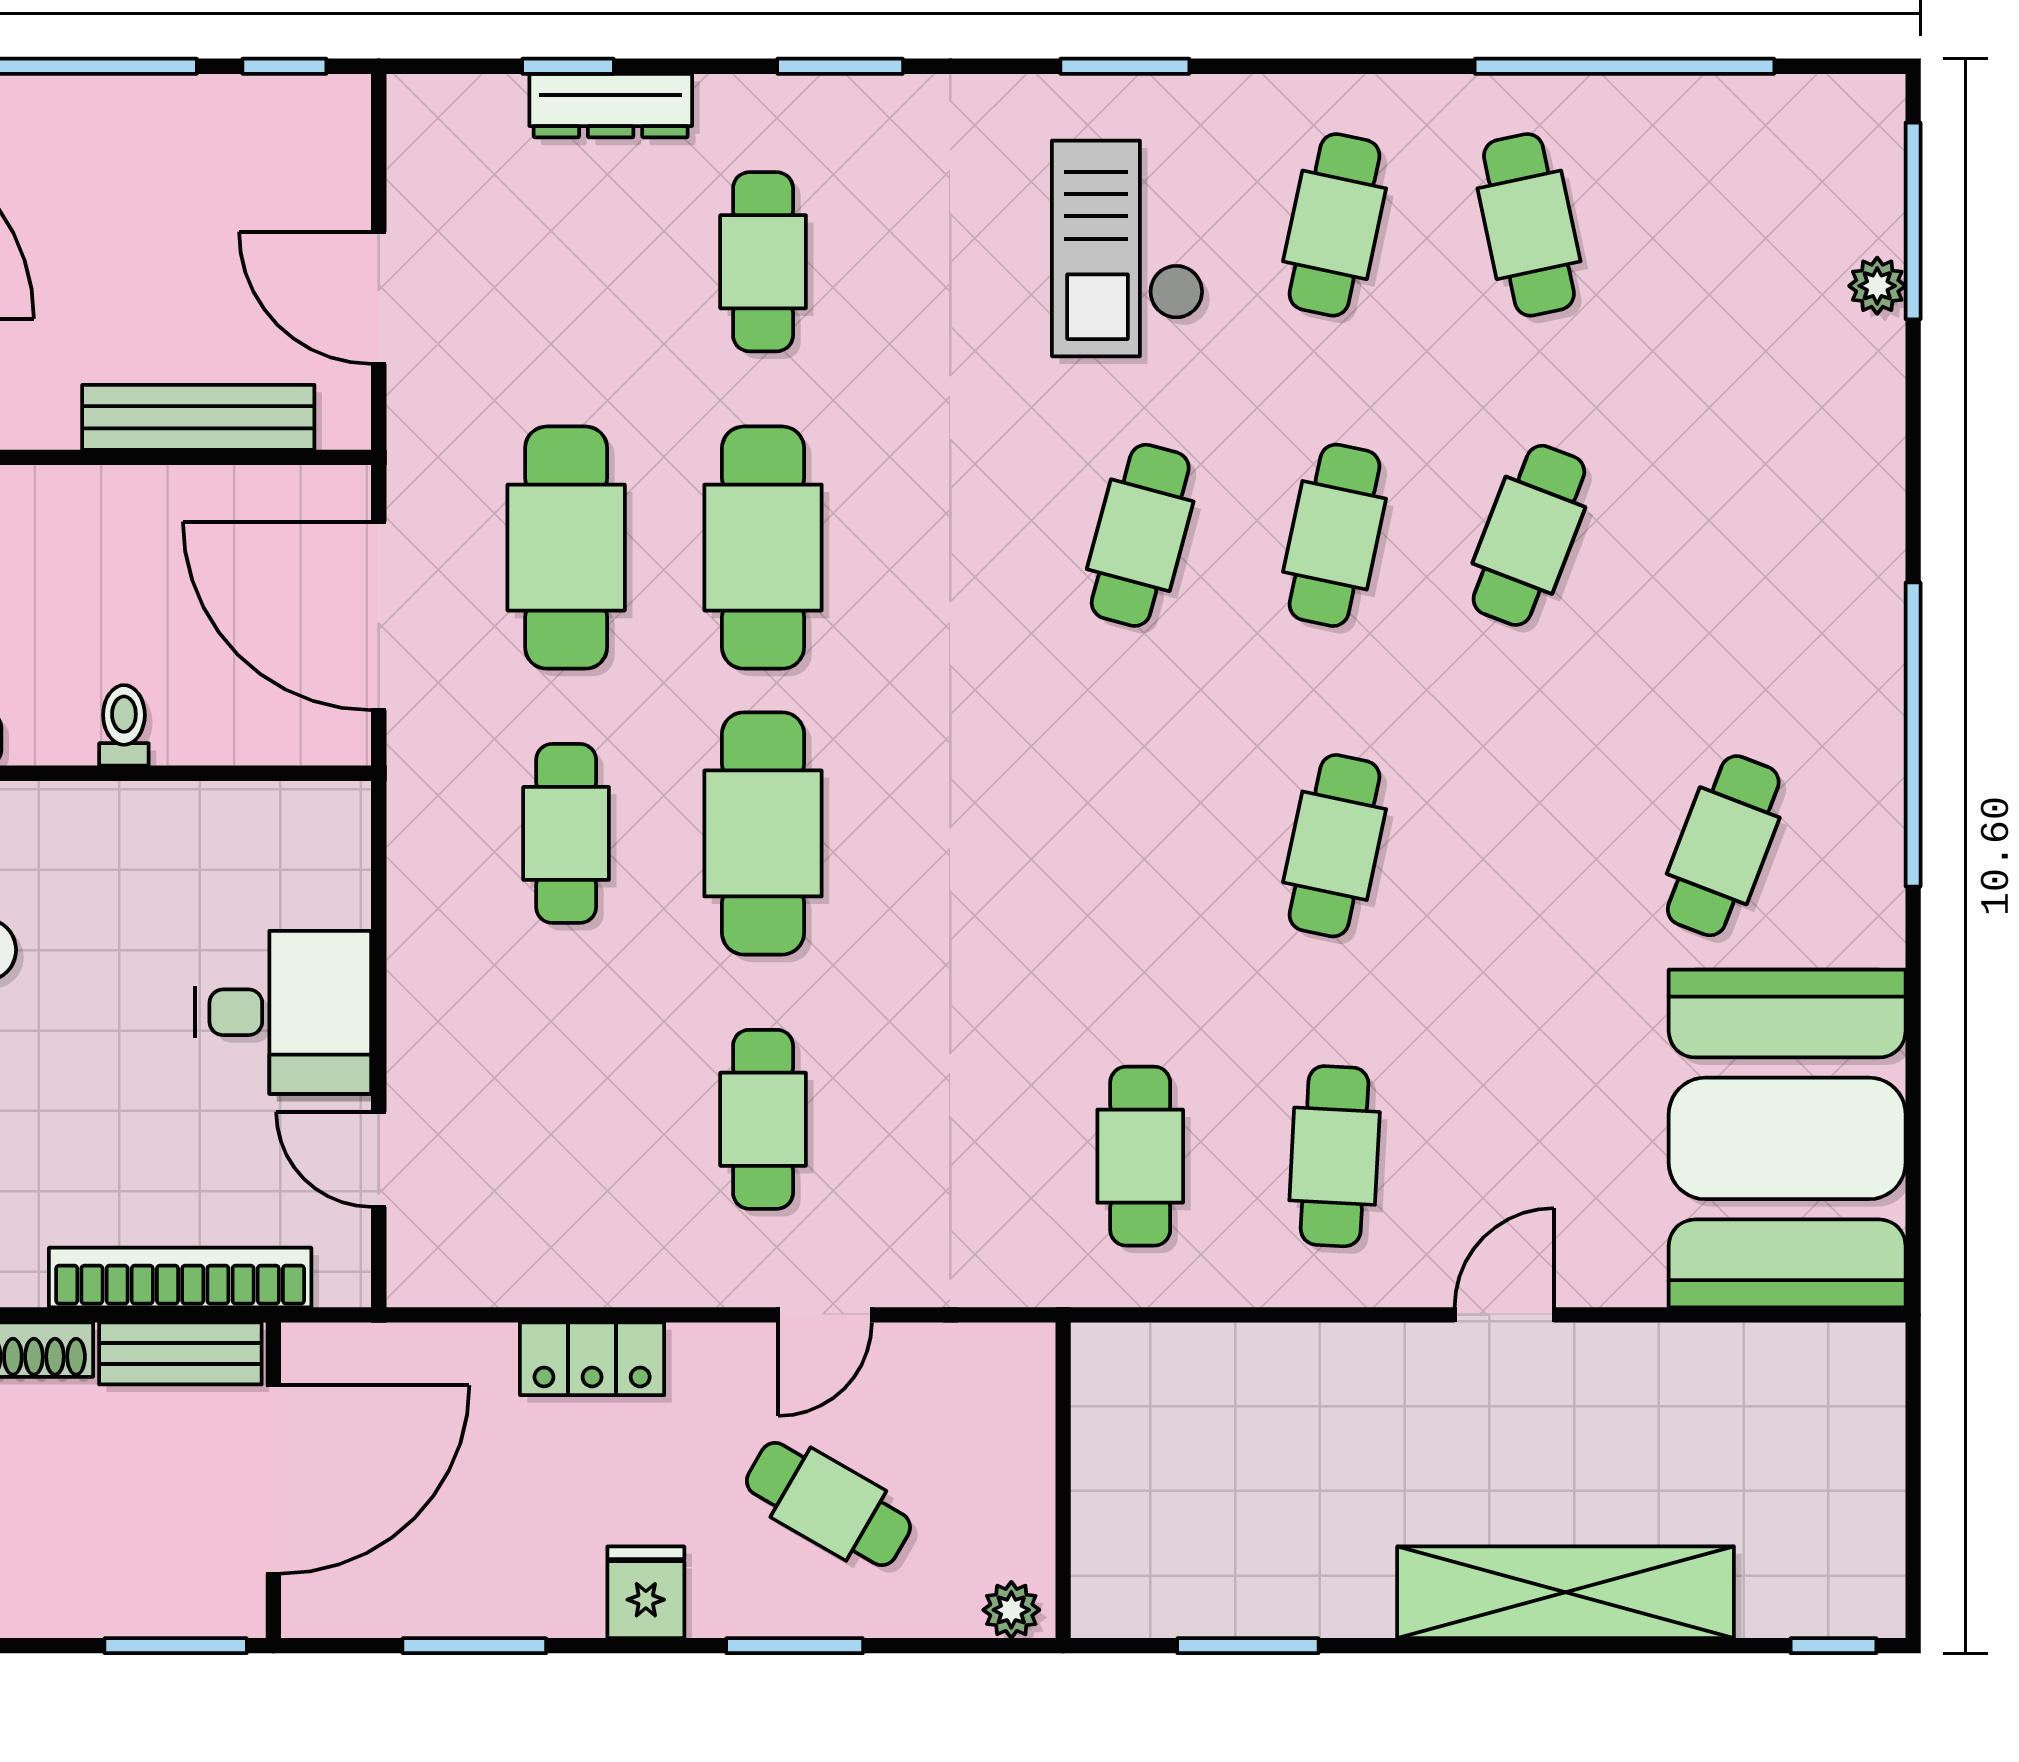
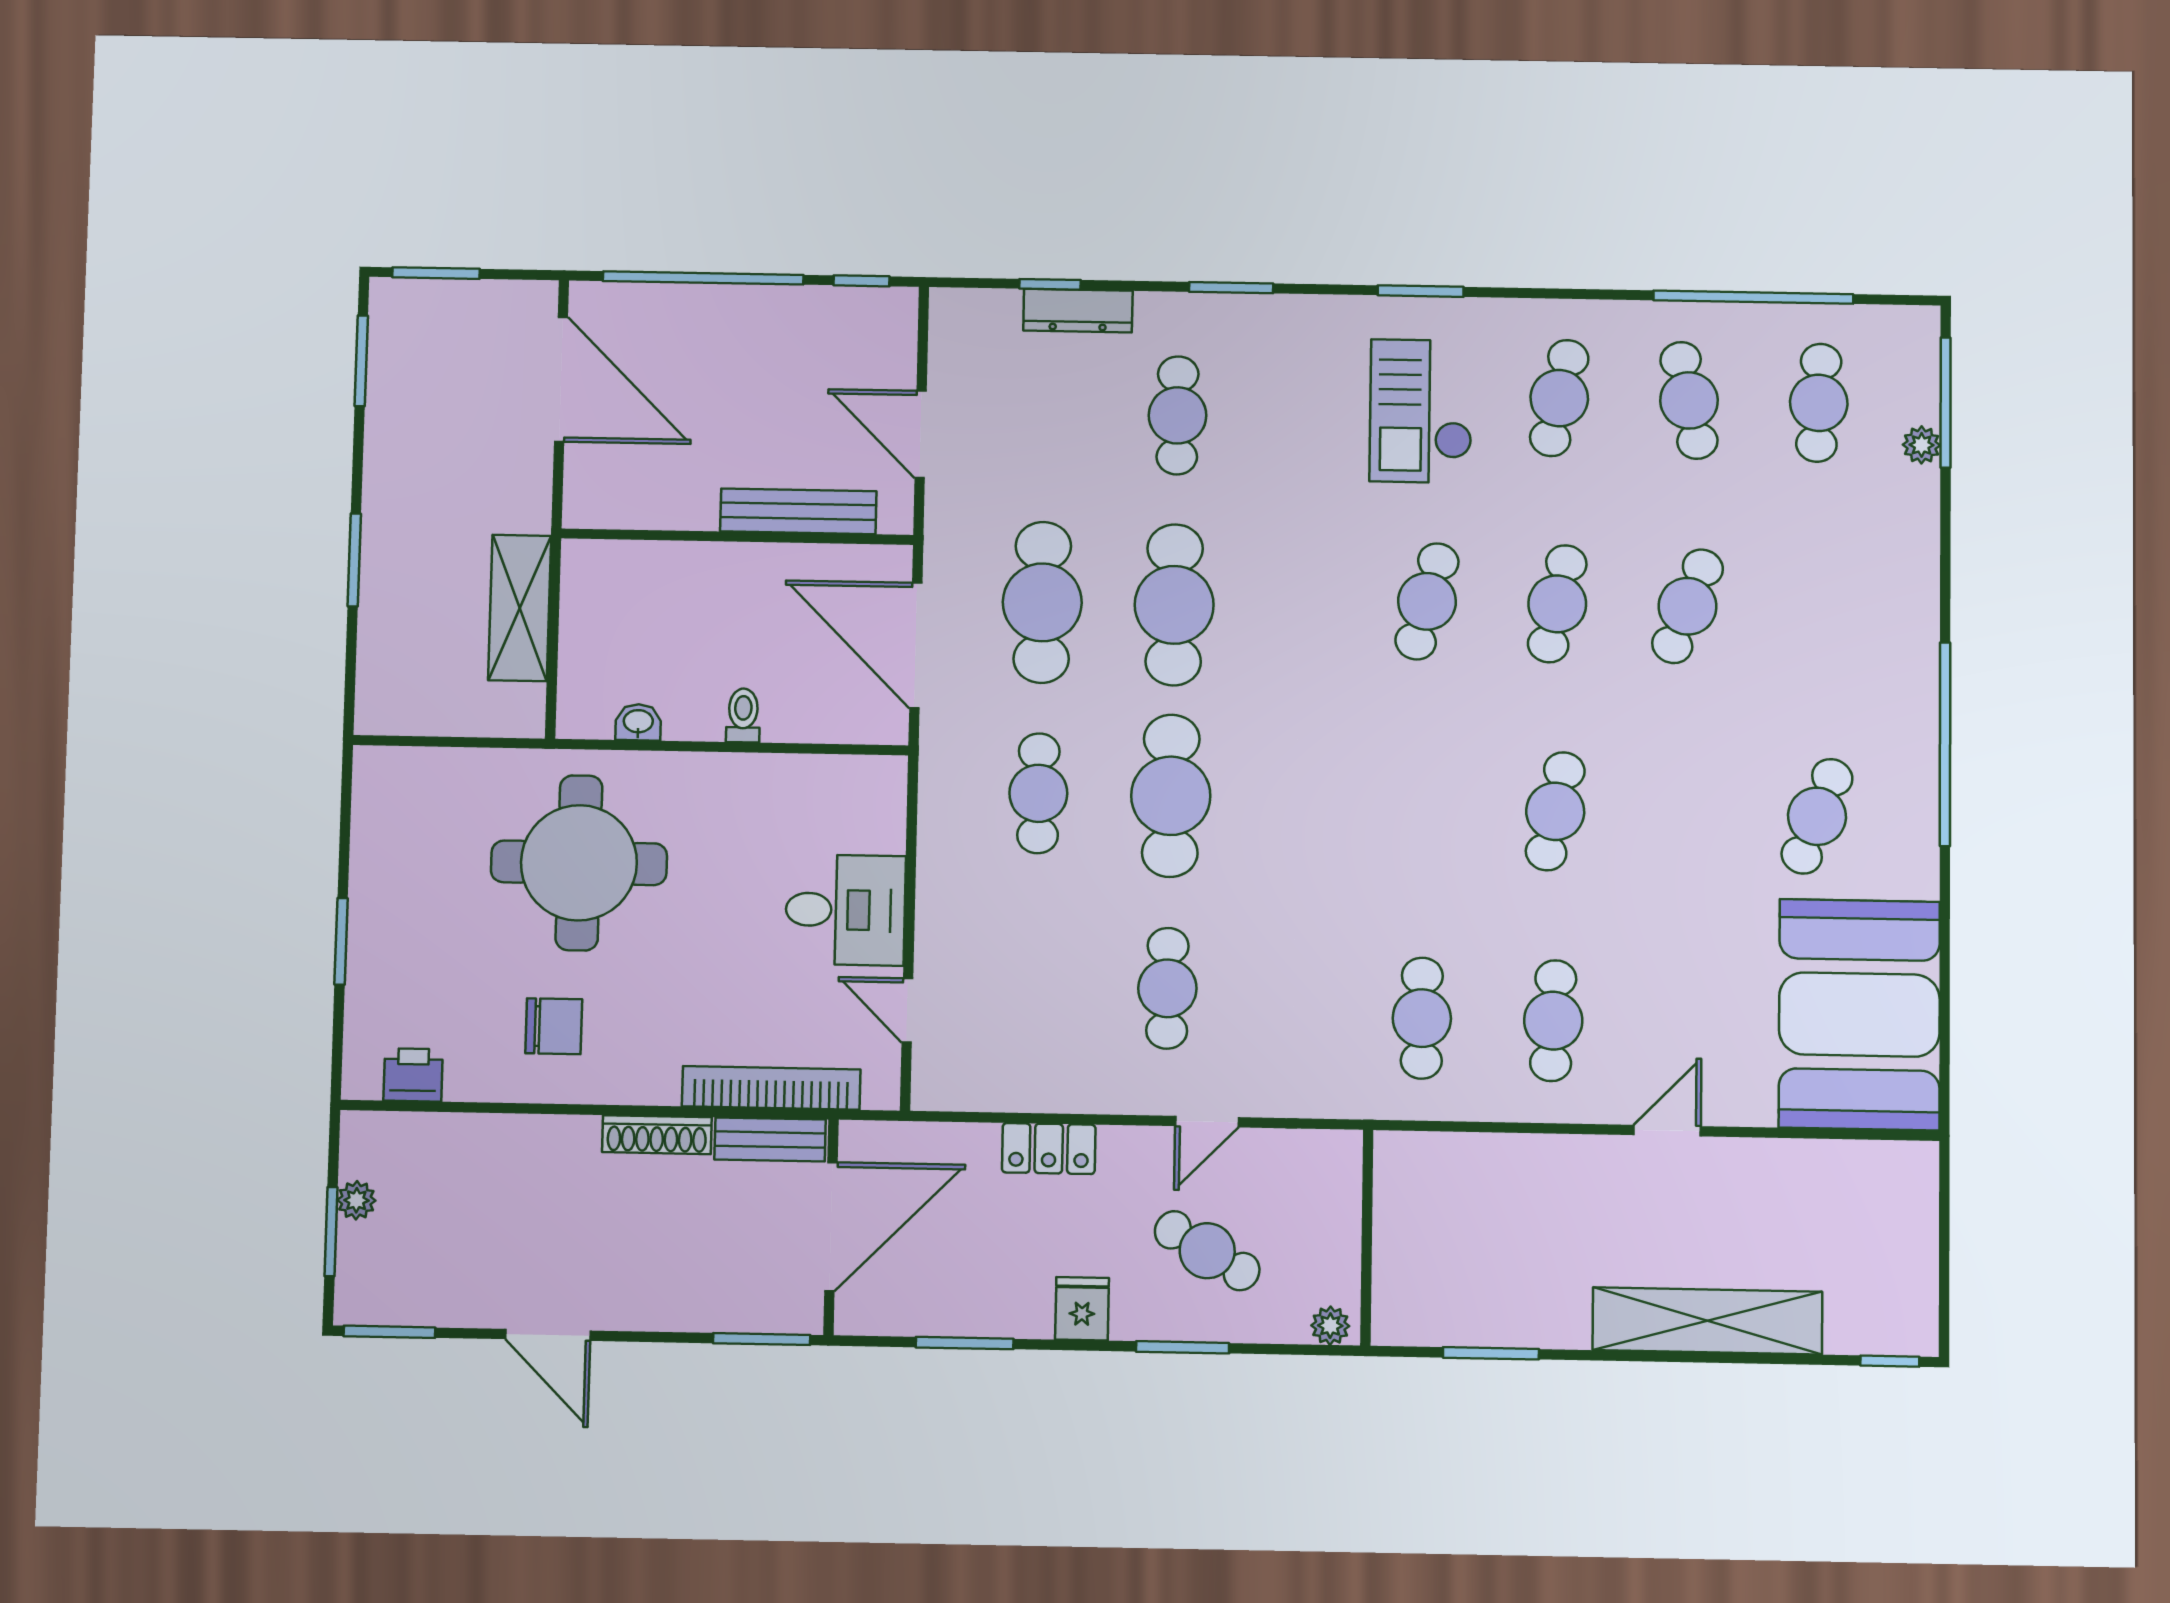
cafe table: (1723, 225) -> (1819, 403), added

